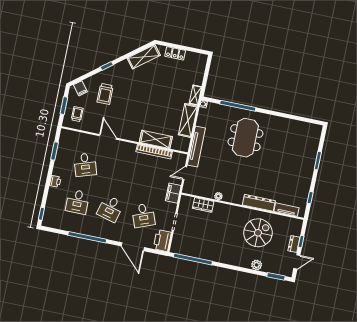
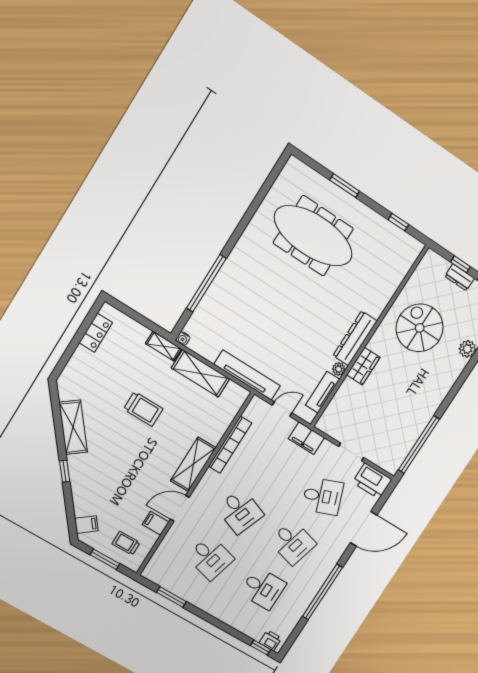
locker: (175, 53) -> (96, 333), moved
shelving: (144, 57) -> (73, 427), moved
trolley: (105, 94) -> (143, 409), moved
filing cabinet: (95, 126) -> (156, 523), added
meeting table: (245, 138) -> (313, 236), moved, width x1.36
shelving: (156, 139) -> (193, 464), moved
desk: (85, 165) -> (210, 558), turned 33
desk: (118, 171) -> (240, 511), added
door: (185, 173) -> (282, 409), swing flipped
printer: (55, 181) -> (270, 640), moved
dresser: (259, 203) -> (355, 338), moved
wardrobe: (203, 205) -> (363, 366), moved
tv unit: (286, 210) -> (323, 392), moved

